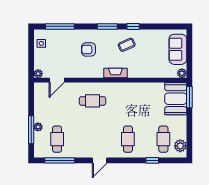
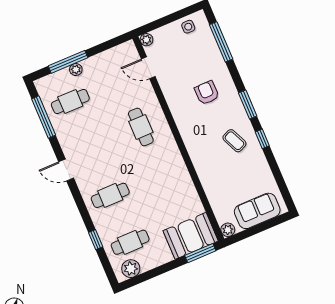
fireplace: (115, 73) -> (191, 142), removed

